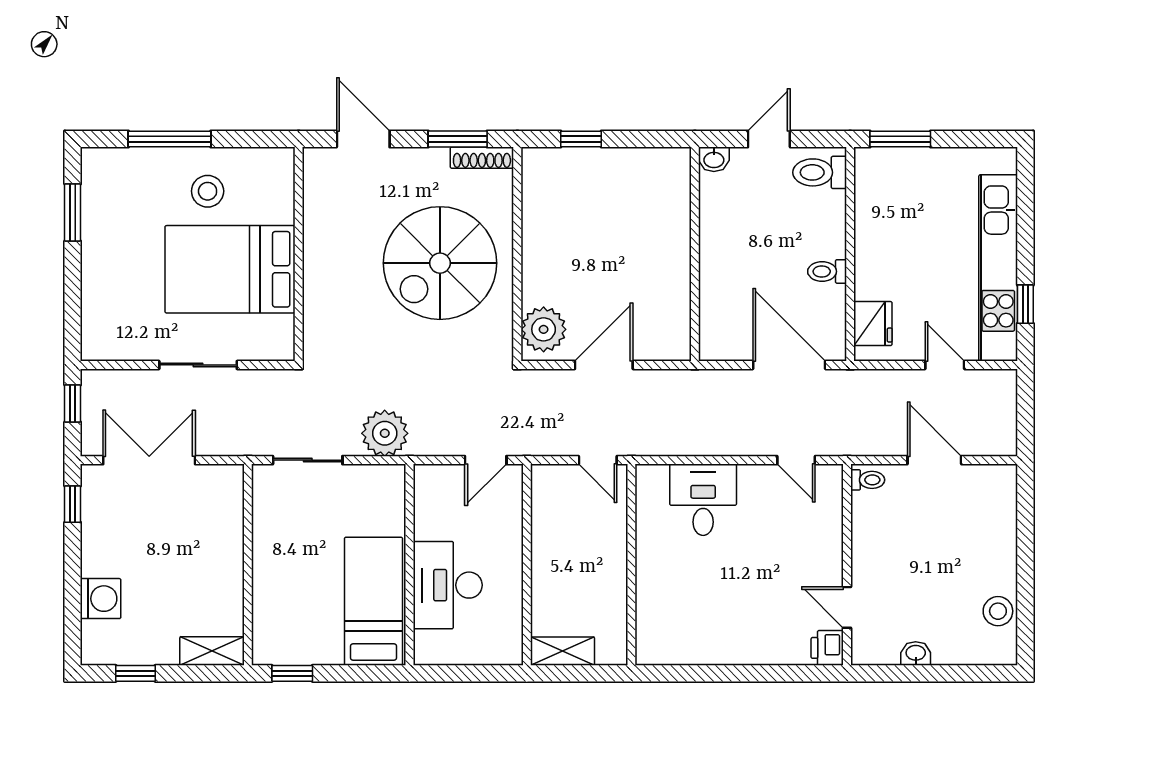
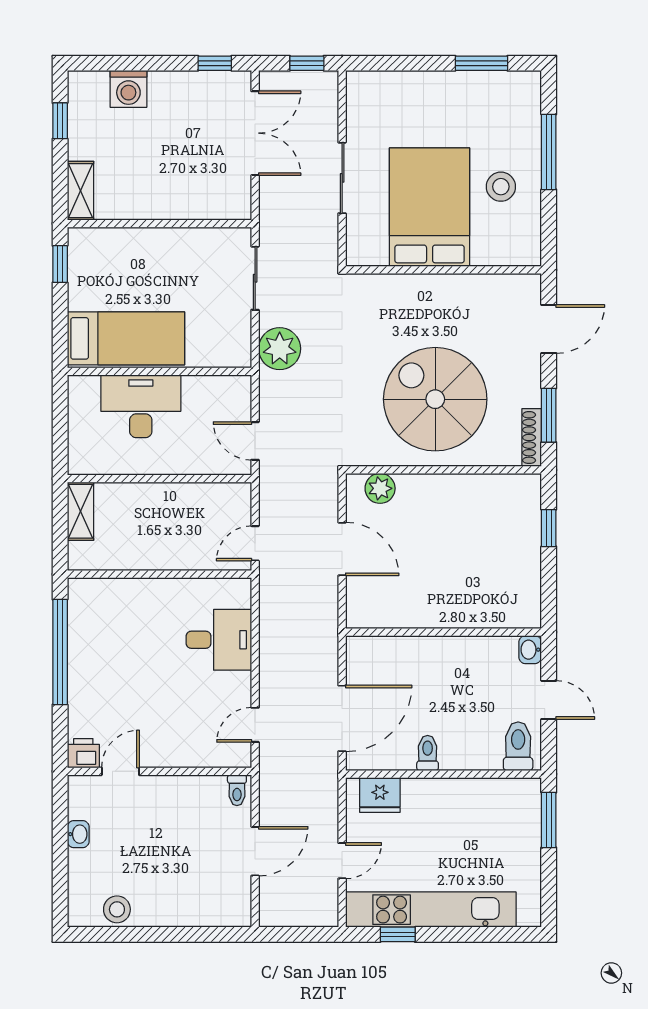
plant: (544, 329) -> (380, 488), width x0.73, depth x0.73
window: (717, 673) -> (60, 652), added

